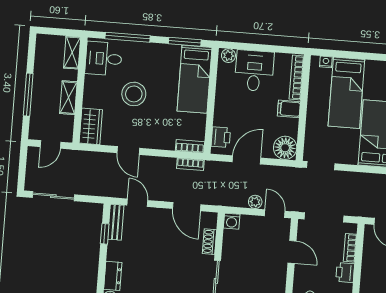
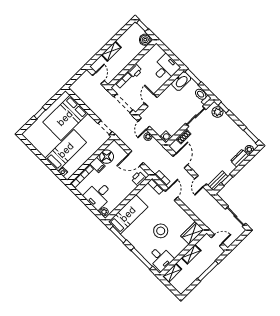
floor lamp: (285, 148) -> (107, 157), moved
door: (128, 151) -> (171, 194), moved

